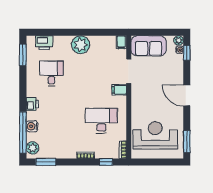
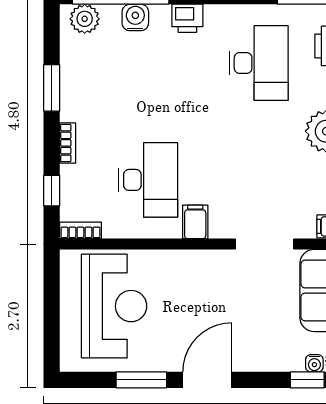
desk: (51, 73) -> (259, 63), width x1.37
filing cabinet: (119, 90) -> (195, 222), moved
window: (187, 142) -> (141, 380), moved
window: (46, 162) -> (52, 88), moved

